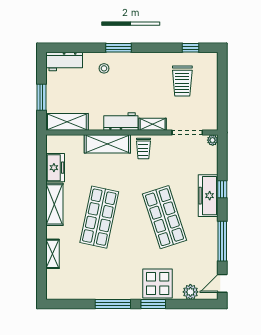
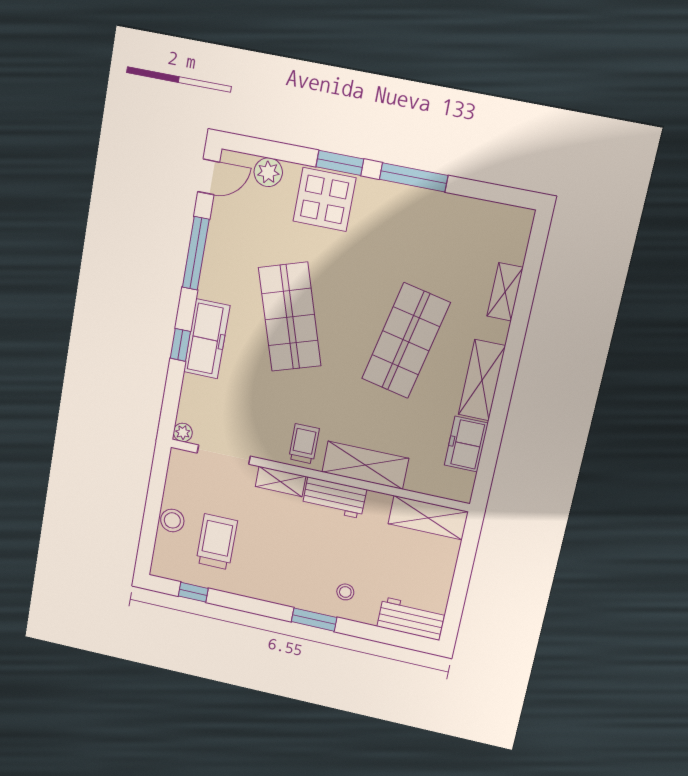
stool: (210, 88) -> (172, 520), added
window: (41, 97) -> (464, 569), removed

